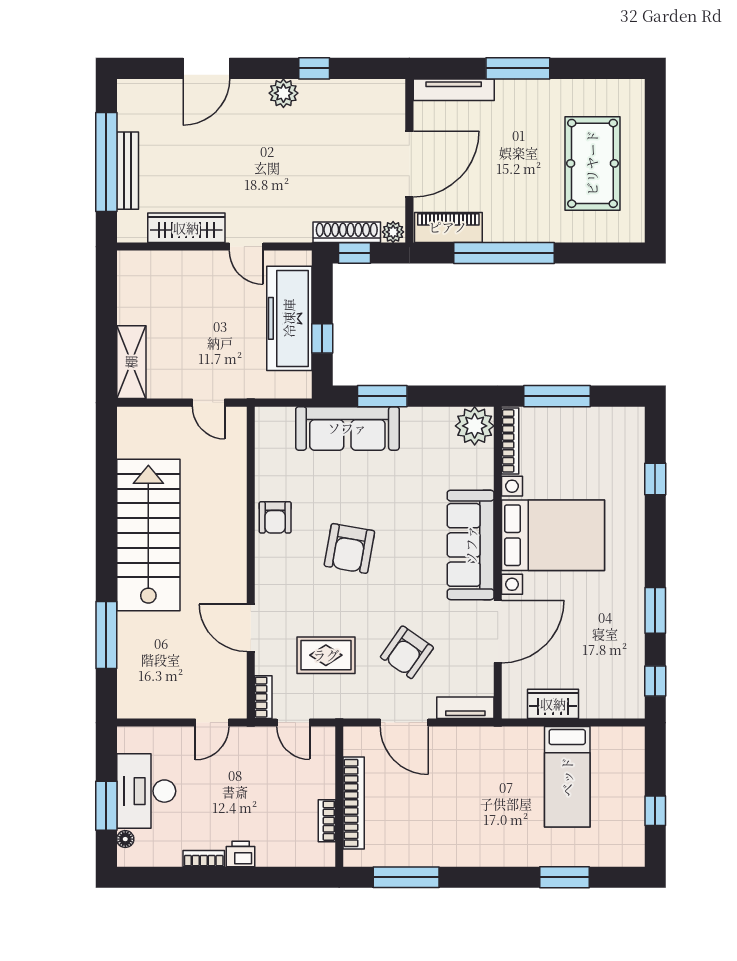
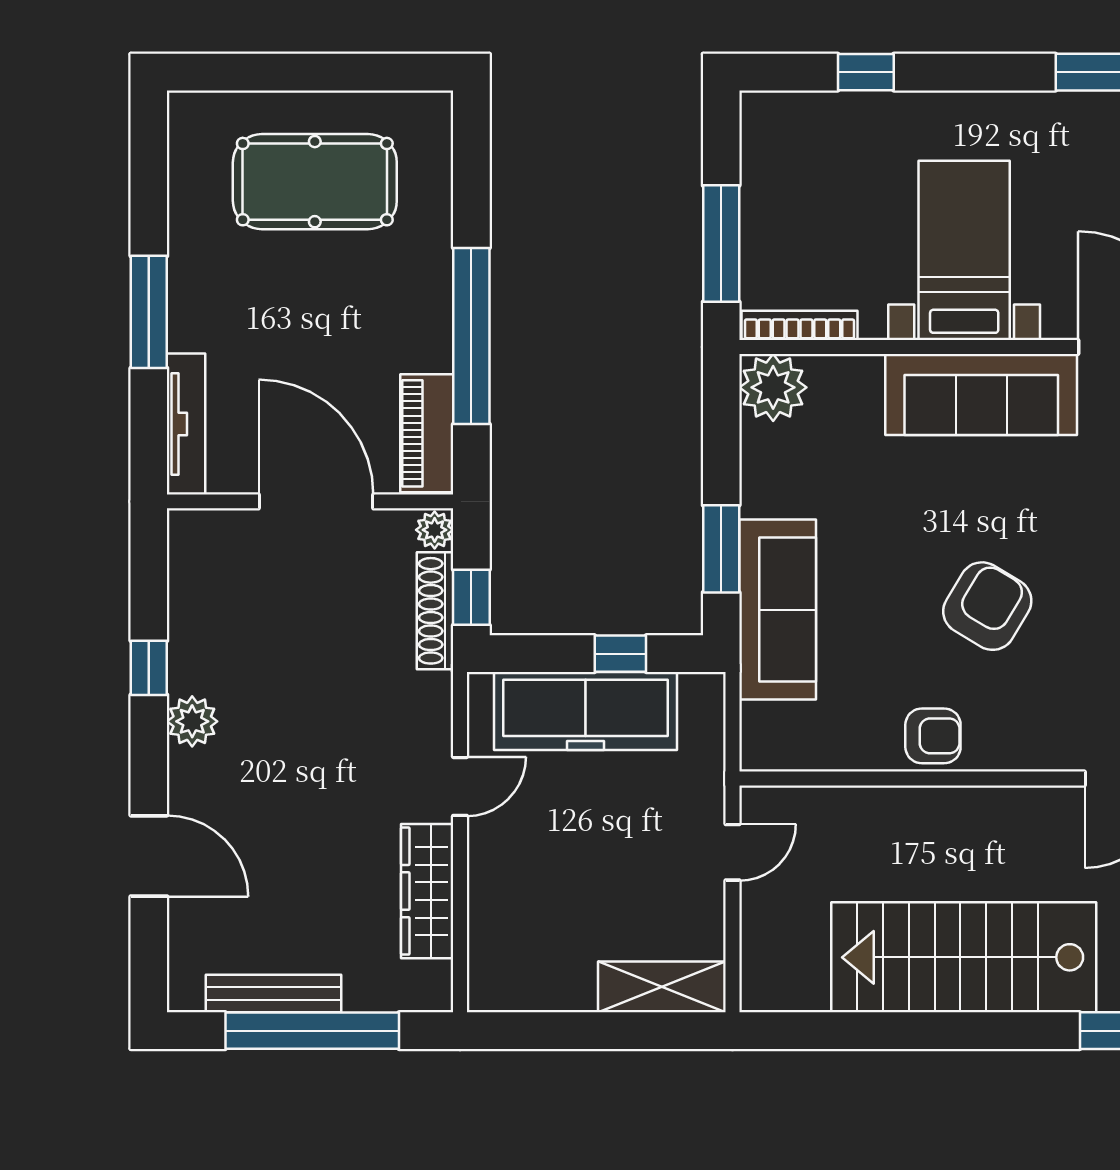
bench: (128, 171) -> (274, 994), moved
bed with nightstands: (553, 535) -> (964, 250), width x0.73
armchair: (349, 548) -> (987, 606), turned -69

